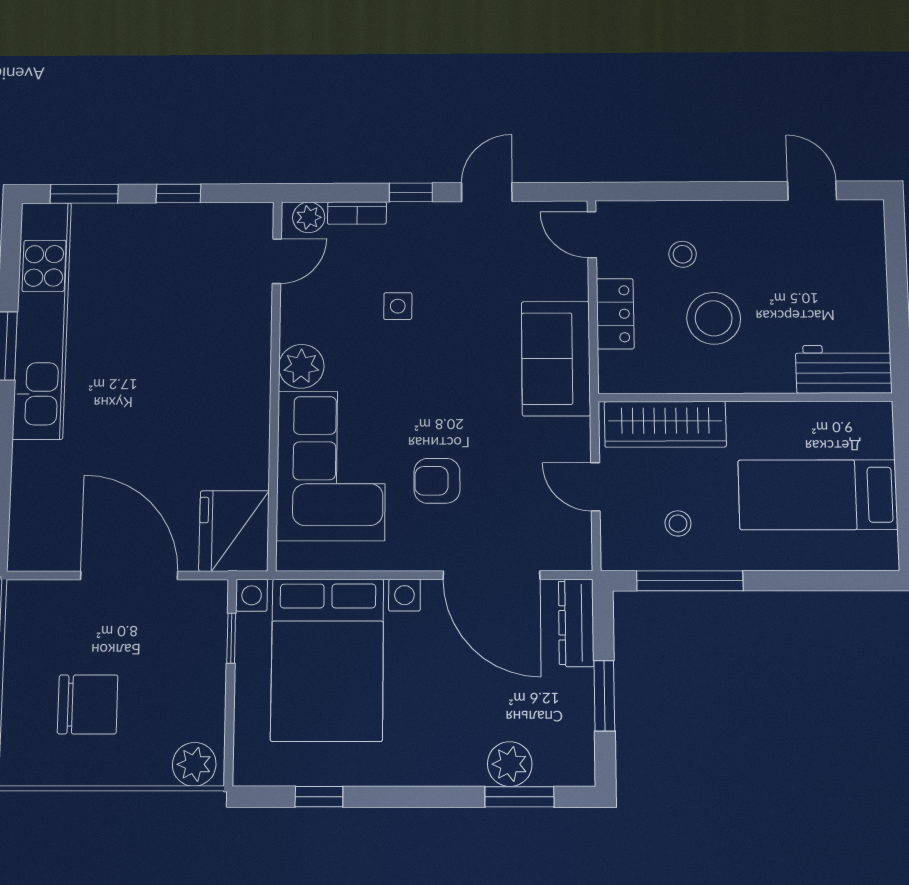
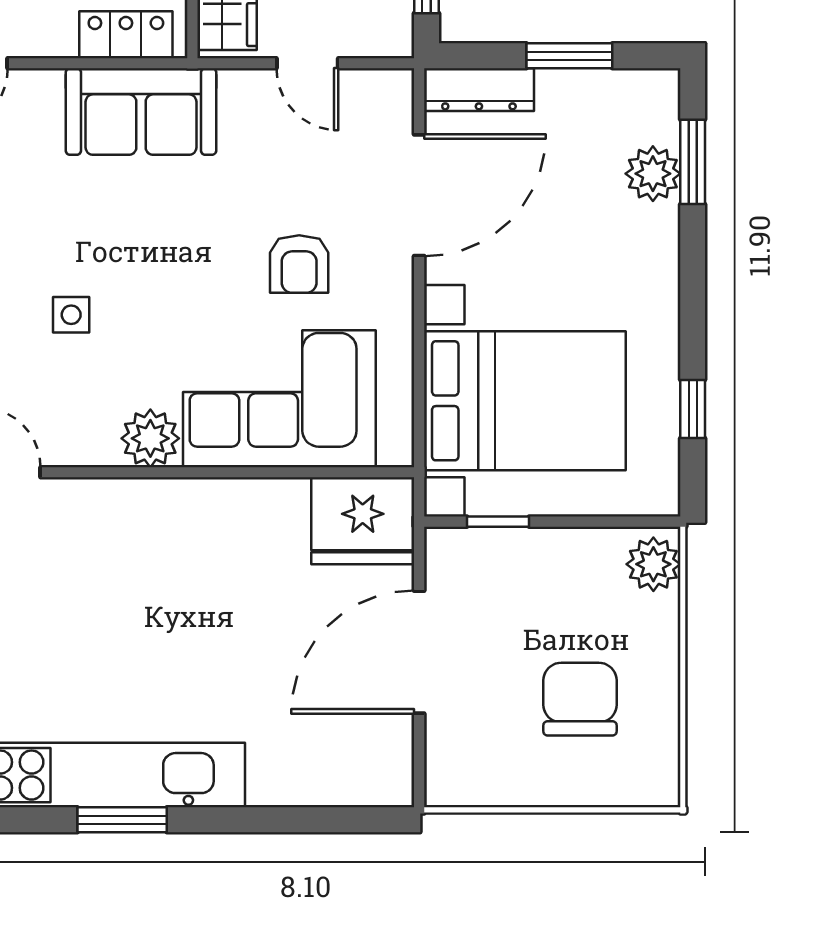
locker: (615, 314) -> (126, 35), moved
door: (595, 487) -> (307, 63), hinge flipped

